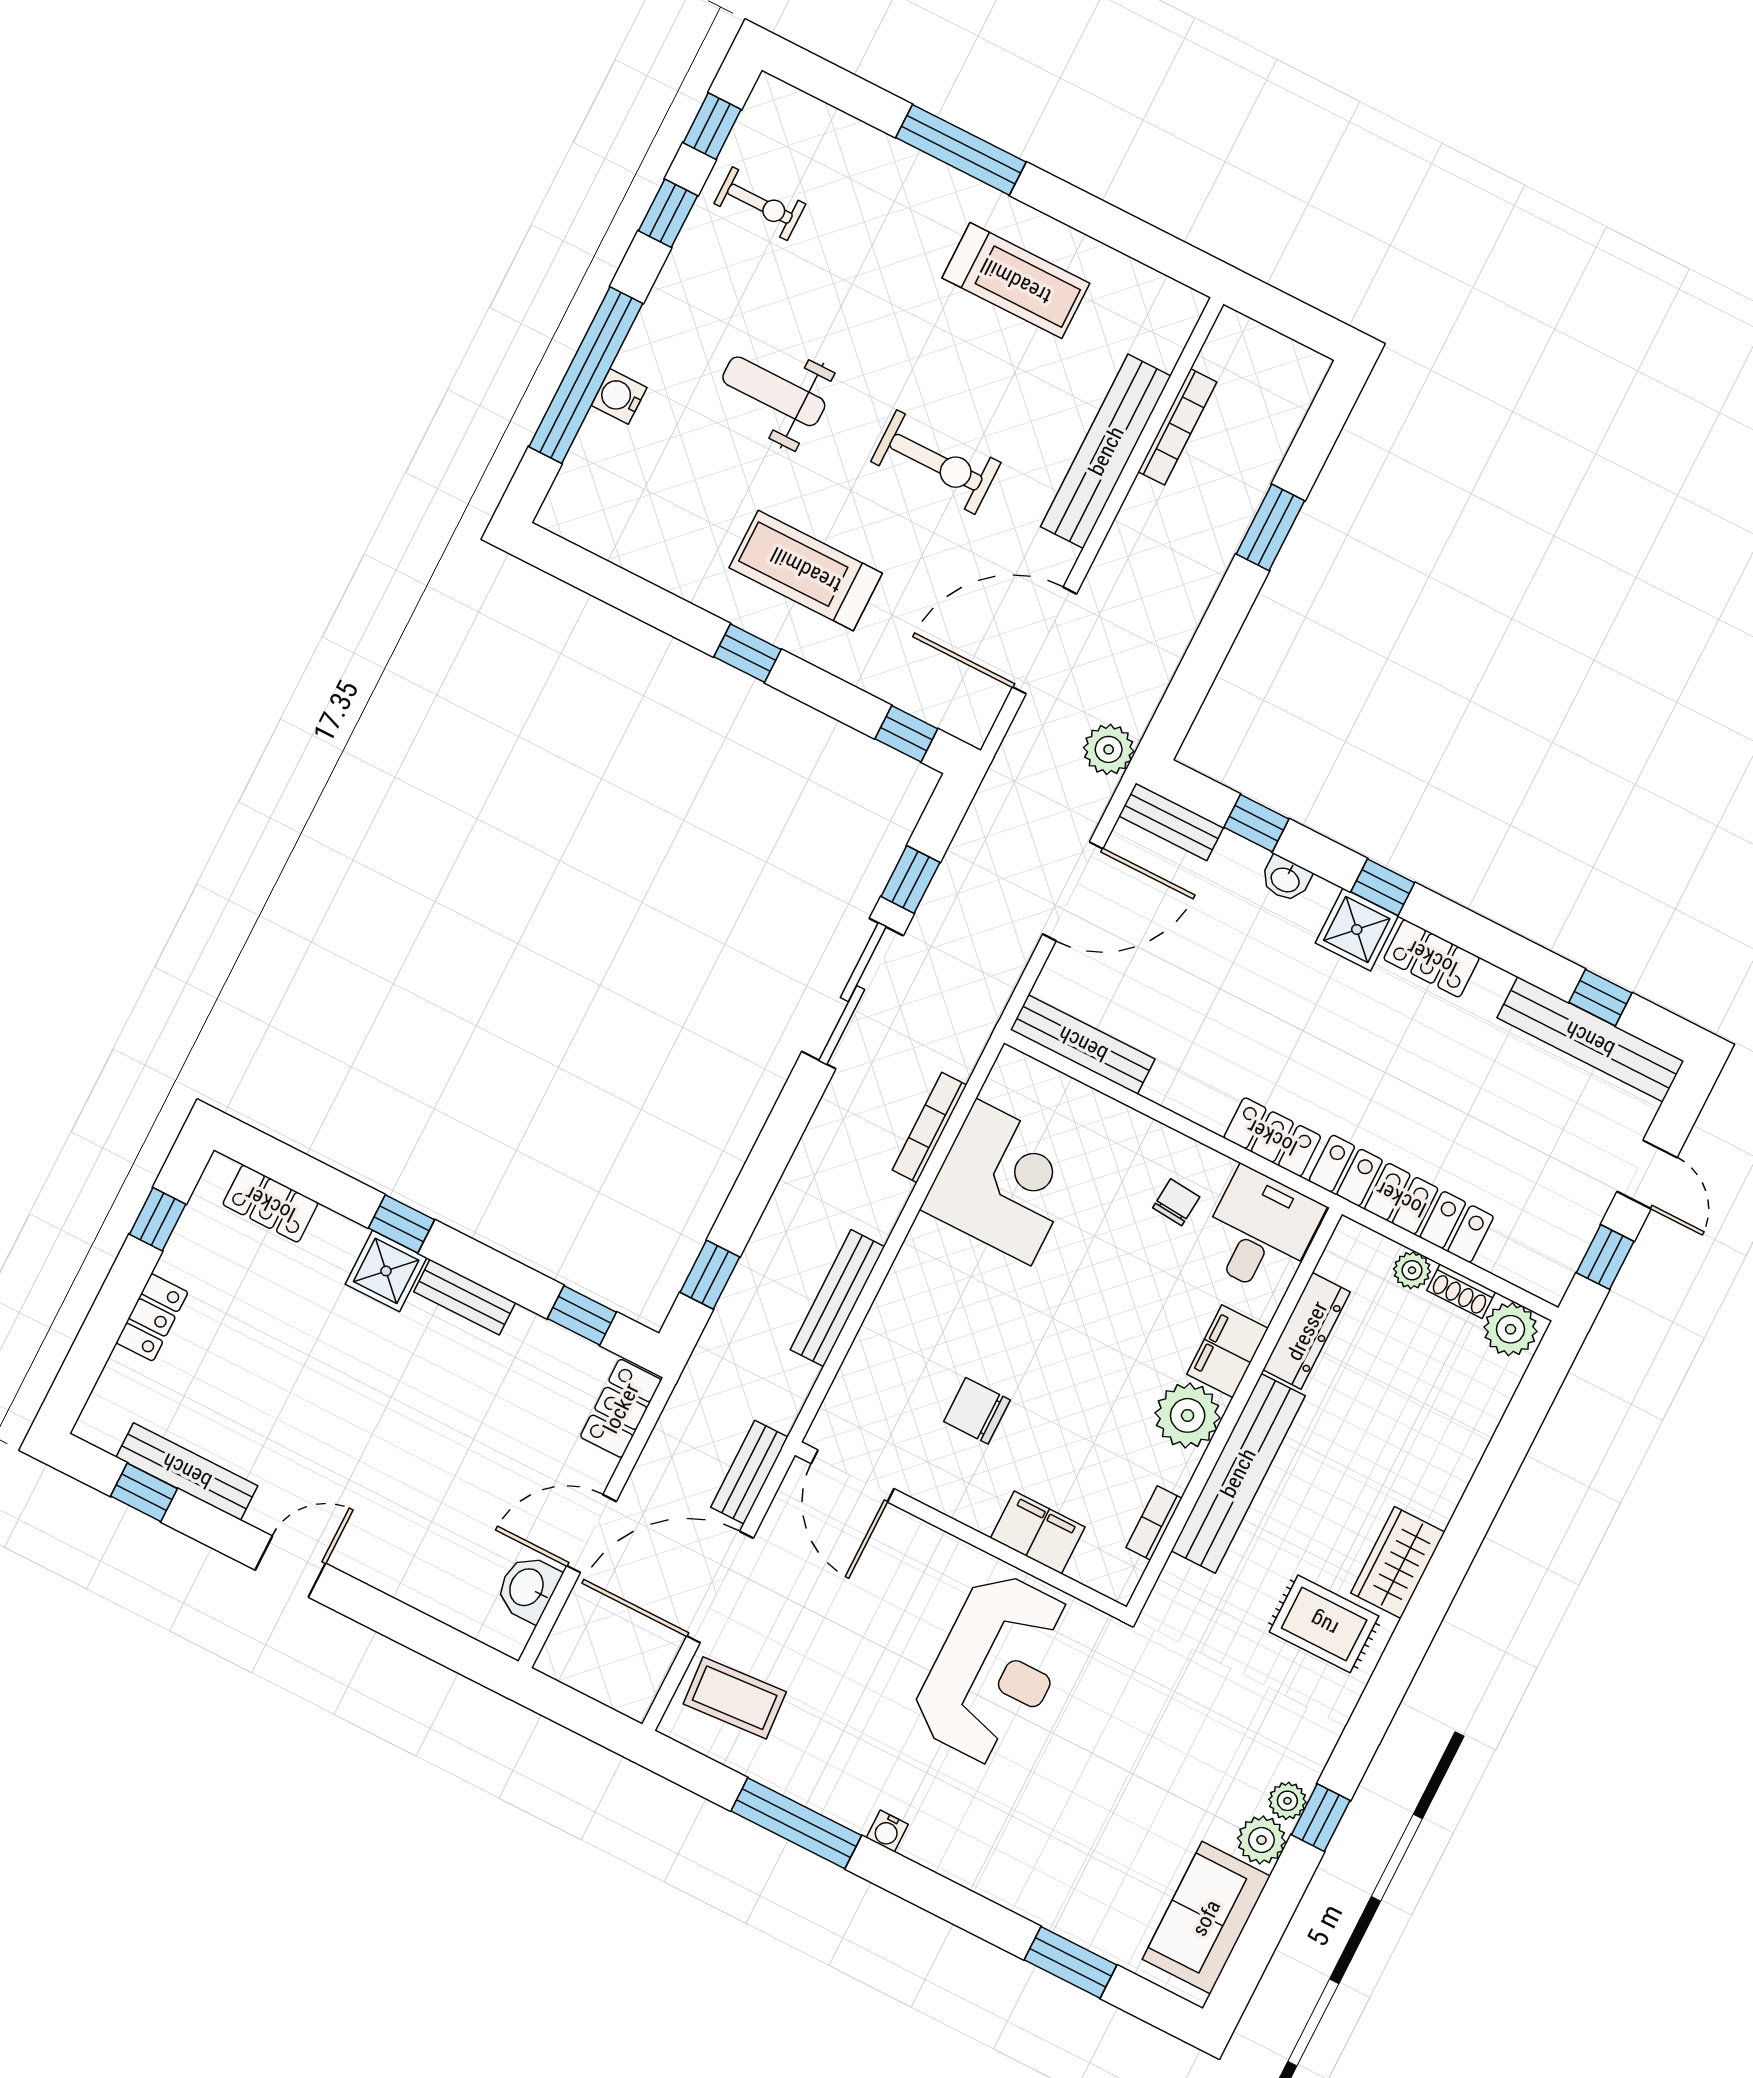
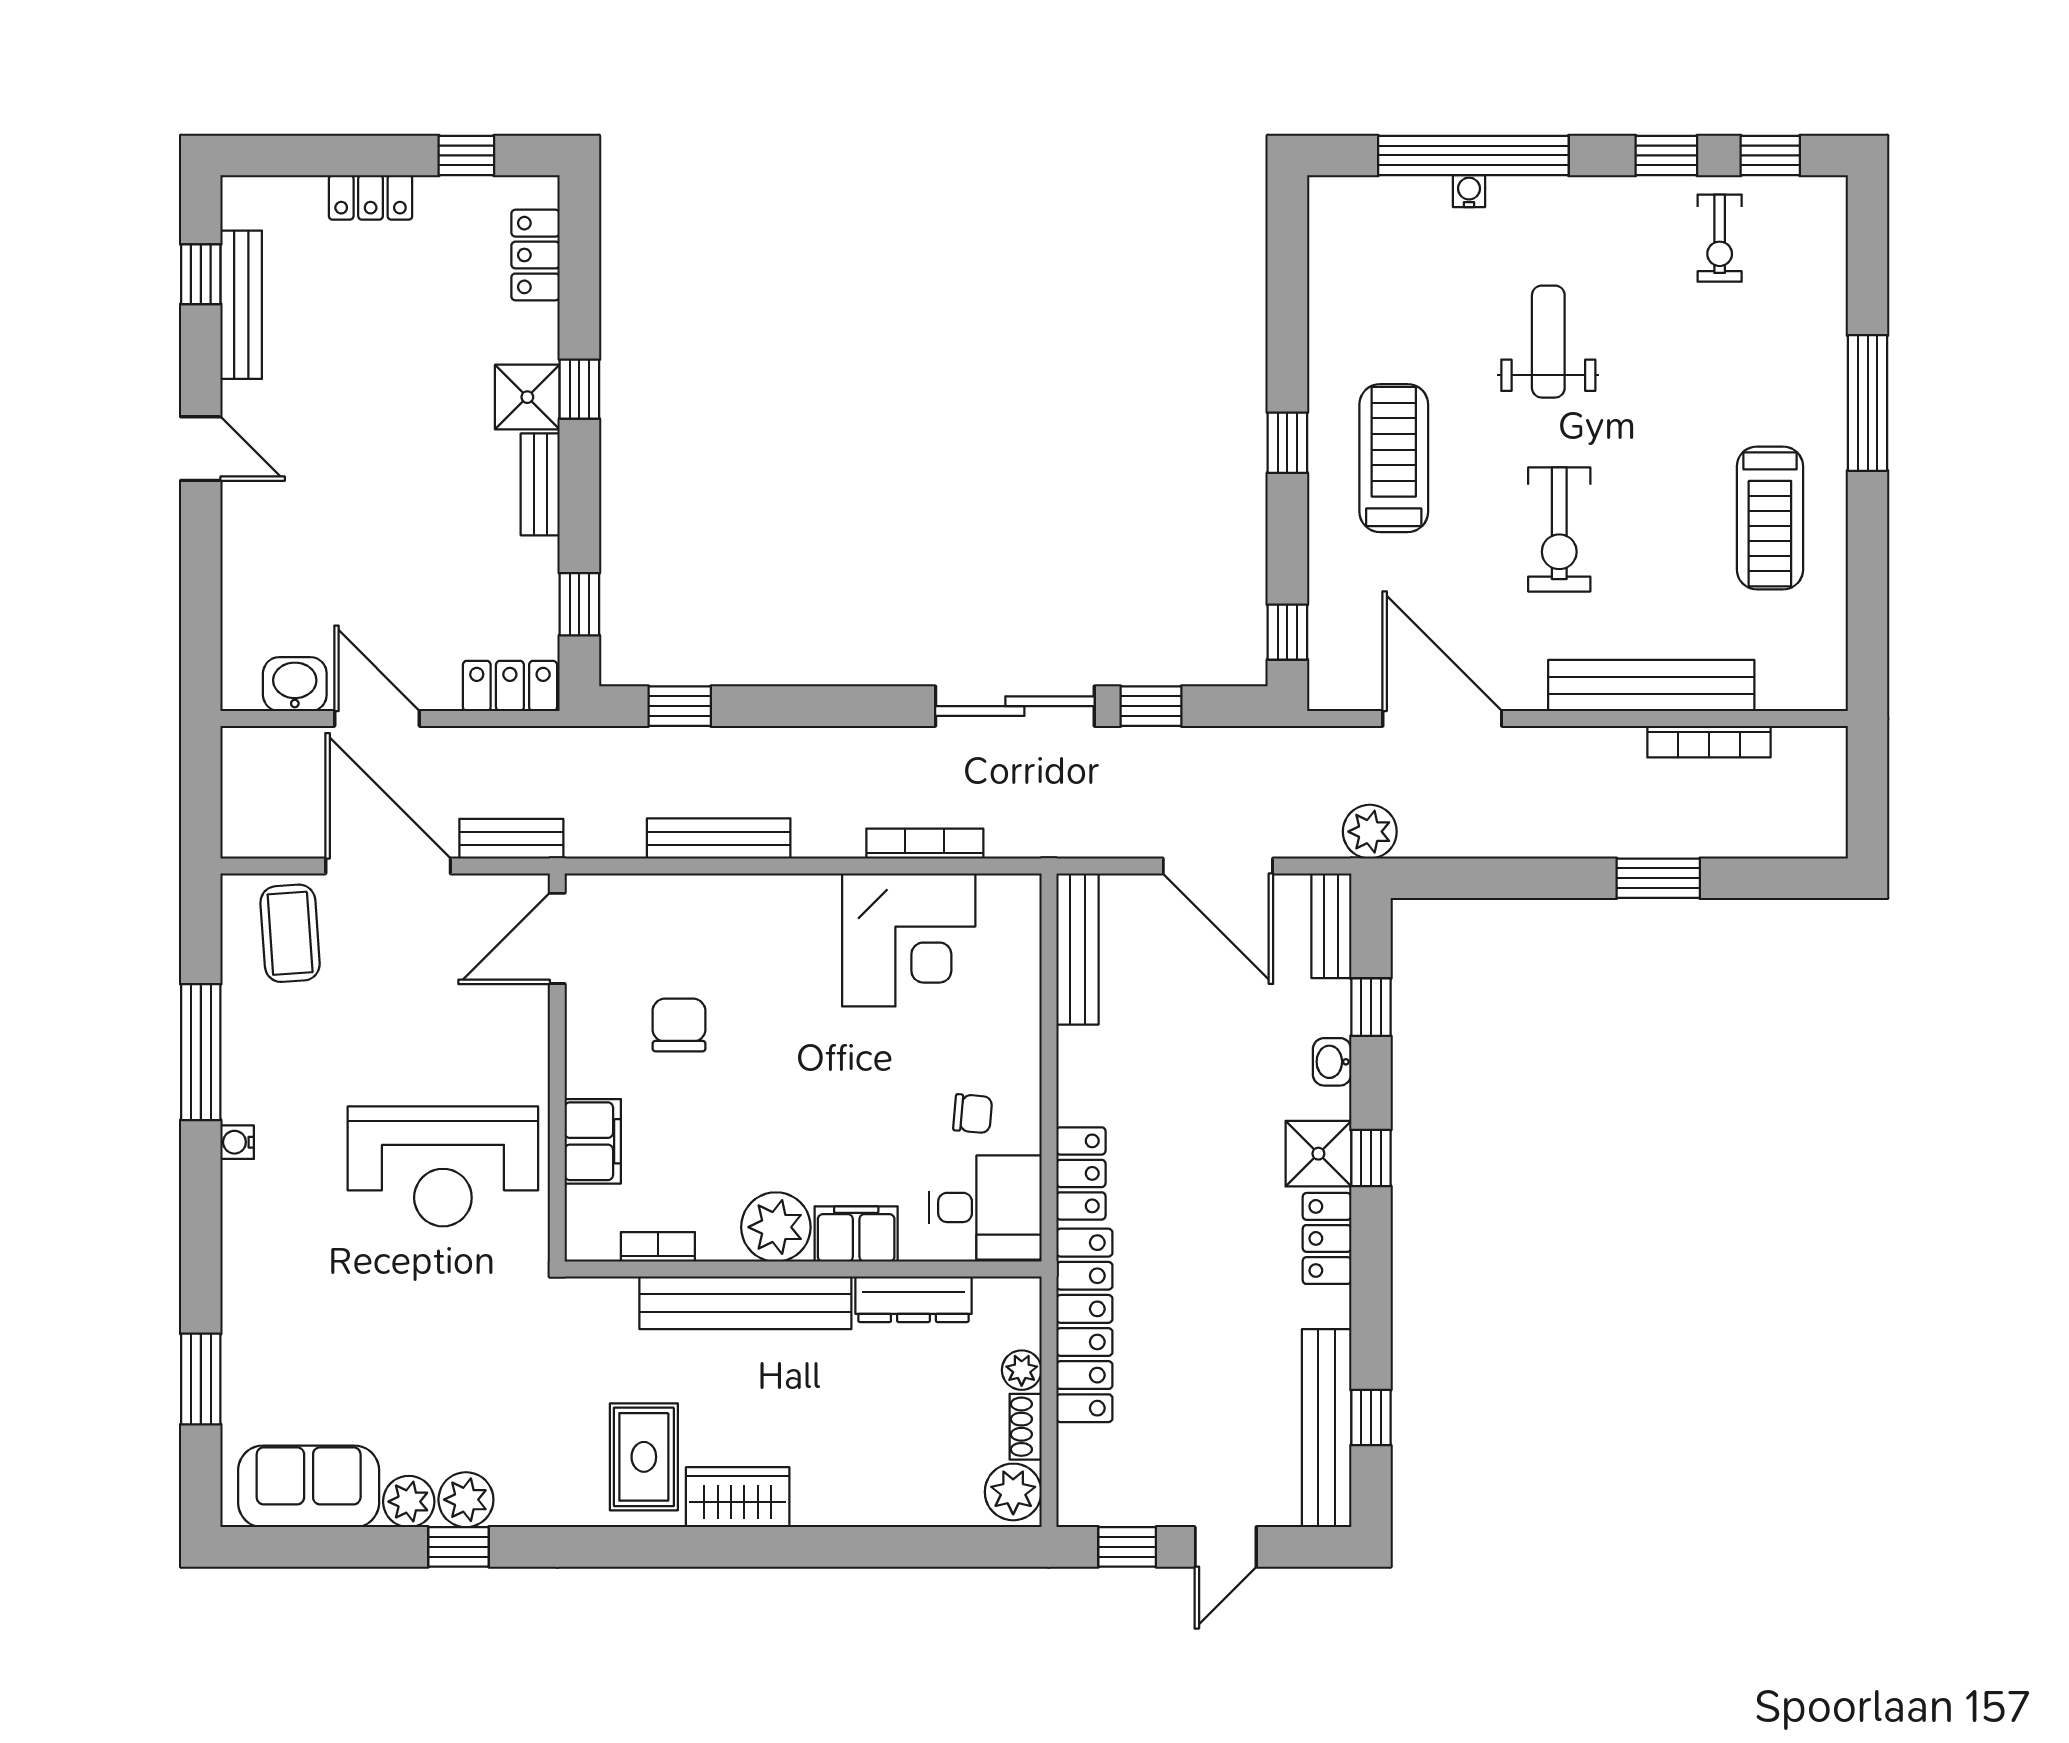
water cooler: (619, 396) -> (1469, 191), width x0.72, depth x0.72
plant: (1287, 1801) -> (466, 1500), width x1.38, depth x1.38

